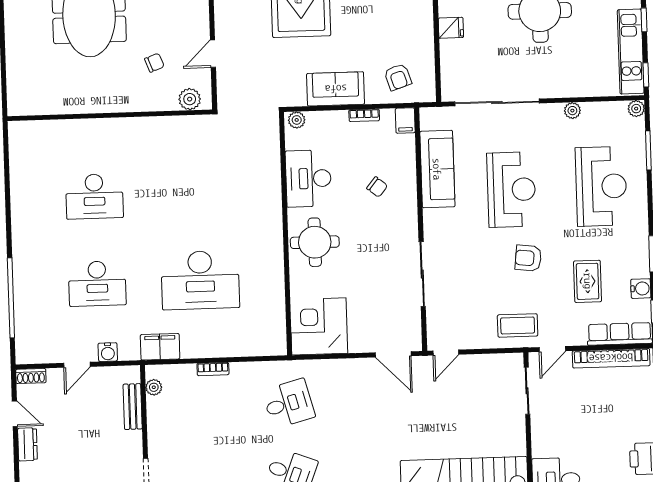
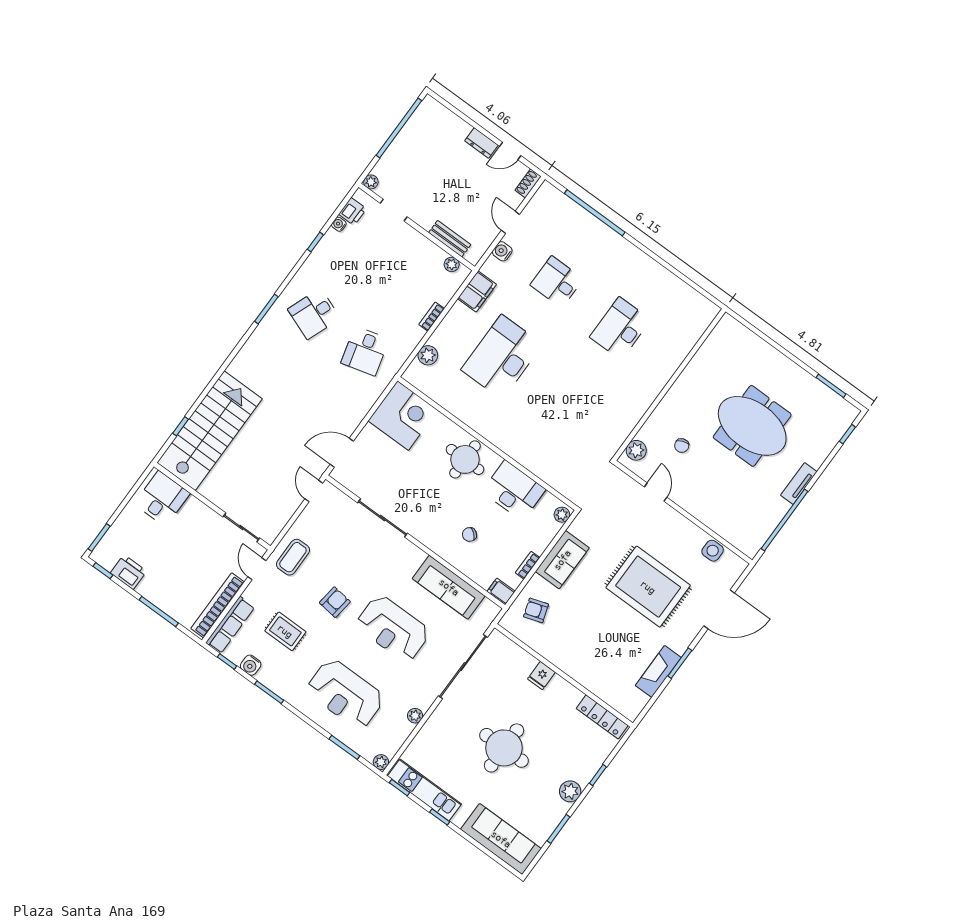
desk: (97, 283) -> (557, 282), width x0.73
plant: (249, 346) -> (428, 355), added

